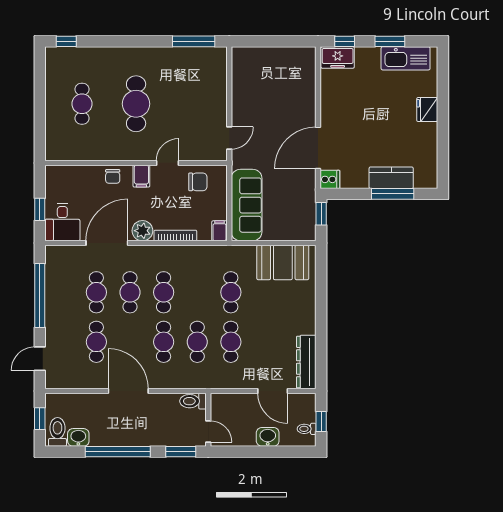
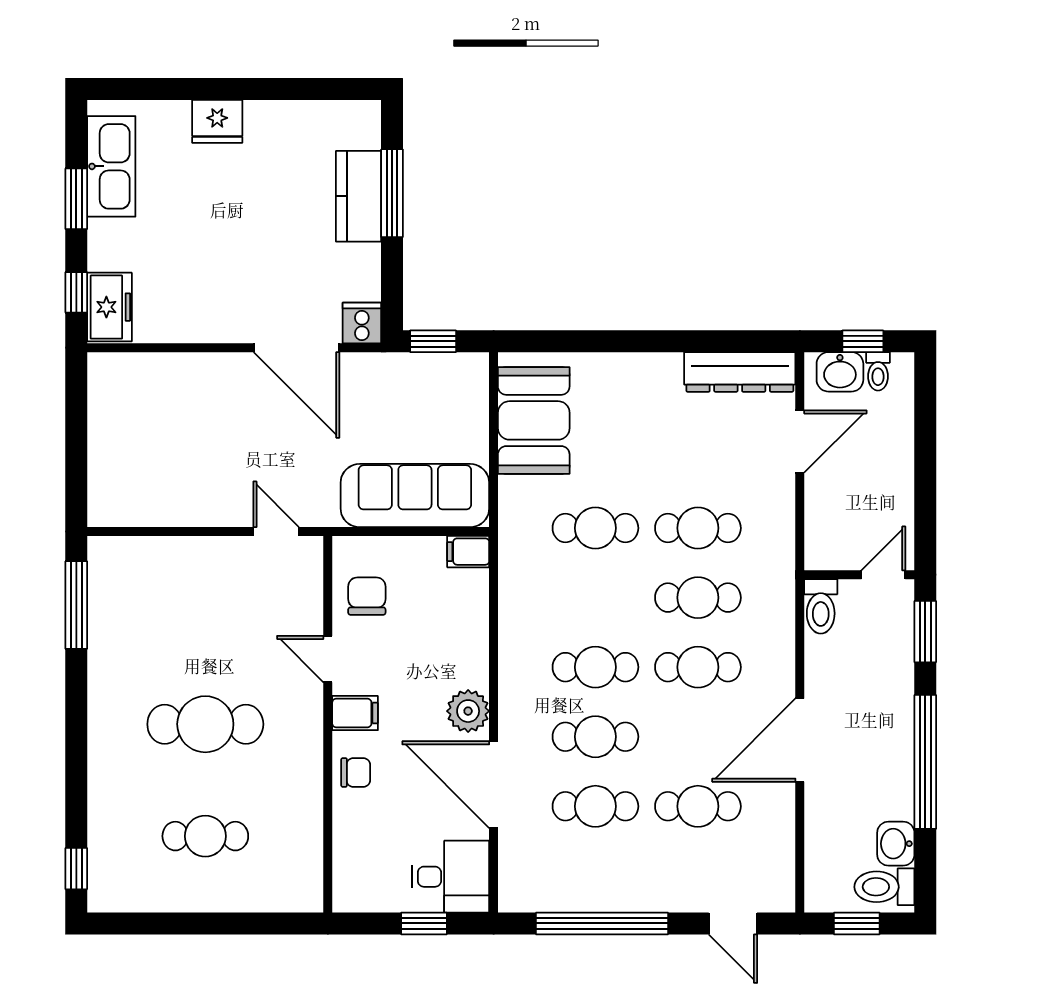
bookcase: (175, 236) -> (478, 643), removed
washbasin: (268, 437) -> (840, 372), moved, turned -90

